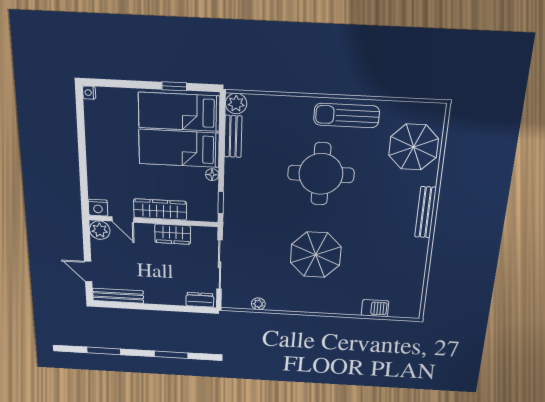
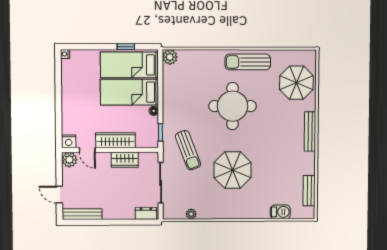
bench: (233, 136) -> (309, 191), moved
sun lounger: (257, 227) -> (188, 150), added

